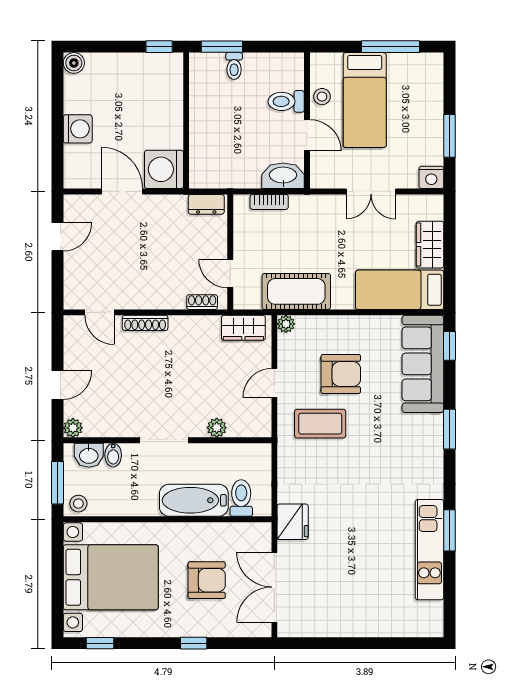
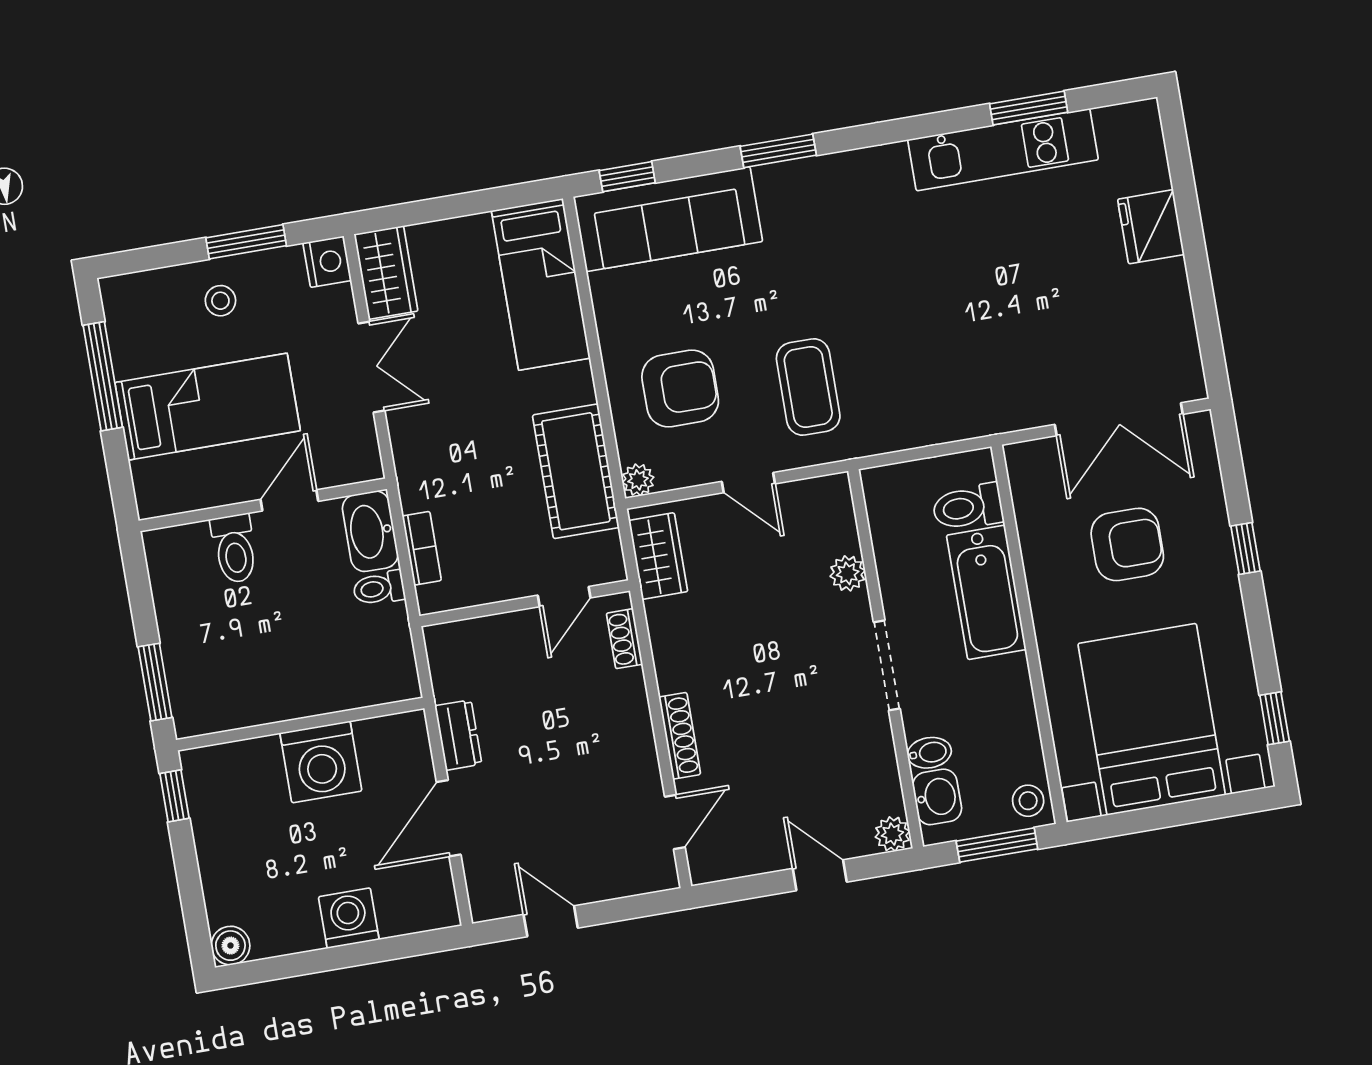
toilet: (234, 66) -> (379, 588), moved, turned 180
stool: (322, 97) -> (220, 301), moved
washing machine: (164, 169) -> (321, 762), moved
dresser: (206, 204) -> (458, 735), moved
wardrobe: (430, 245) -> (386, 273), moved, turned -90
armchair: (341, 374) -> (680, 388), moved, turned 90
fridge: (293, 522) -> (1151, 227), moved, turned -90
window: (449, 530) -> (1029, 108), moved
armchair: (207, 580) -> (1127, 544), turned 90

